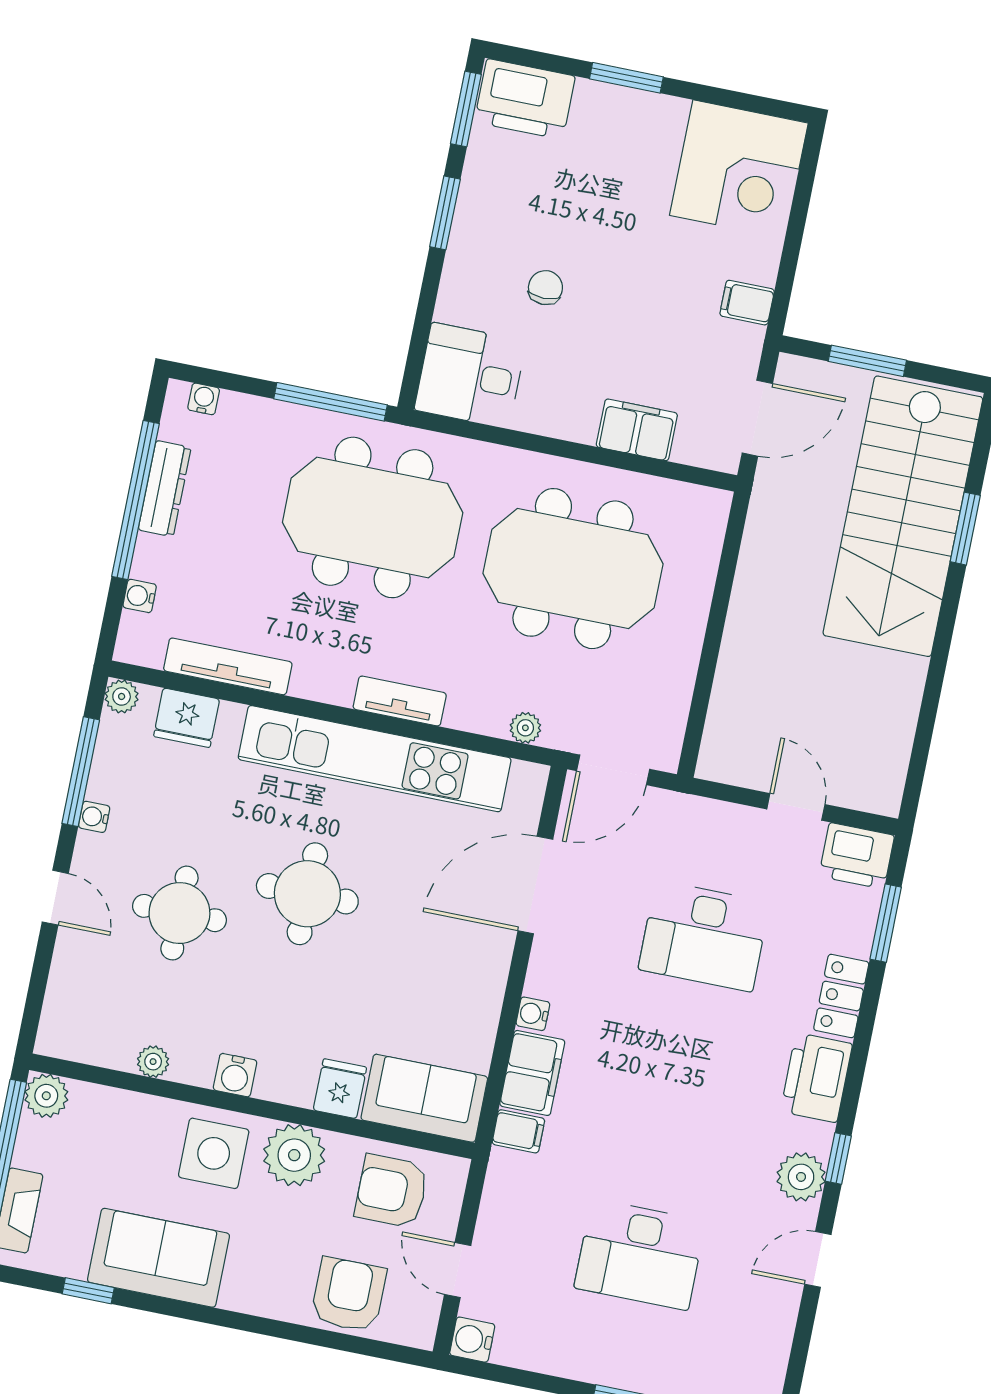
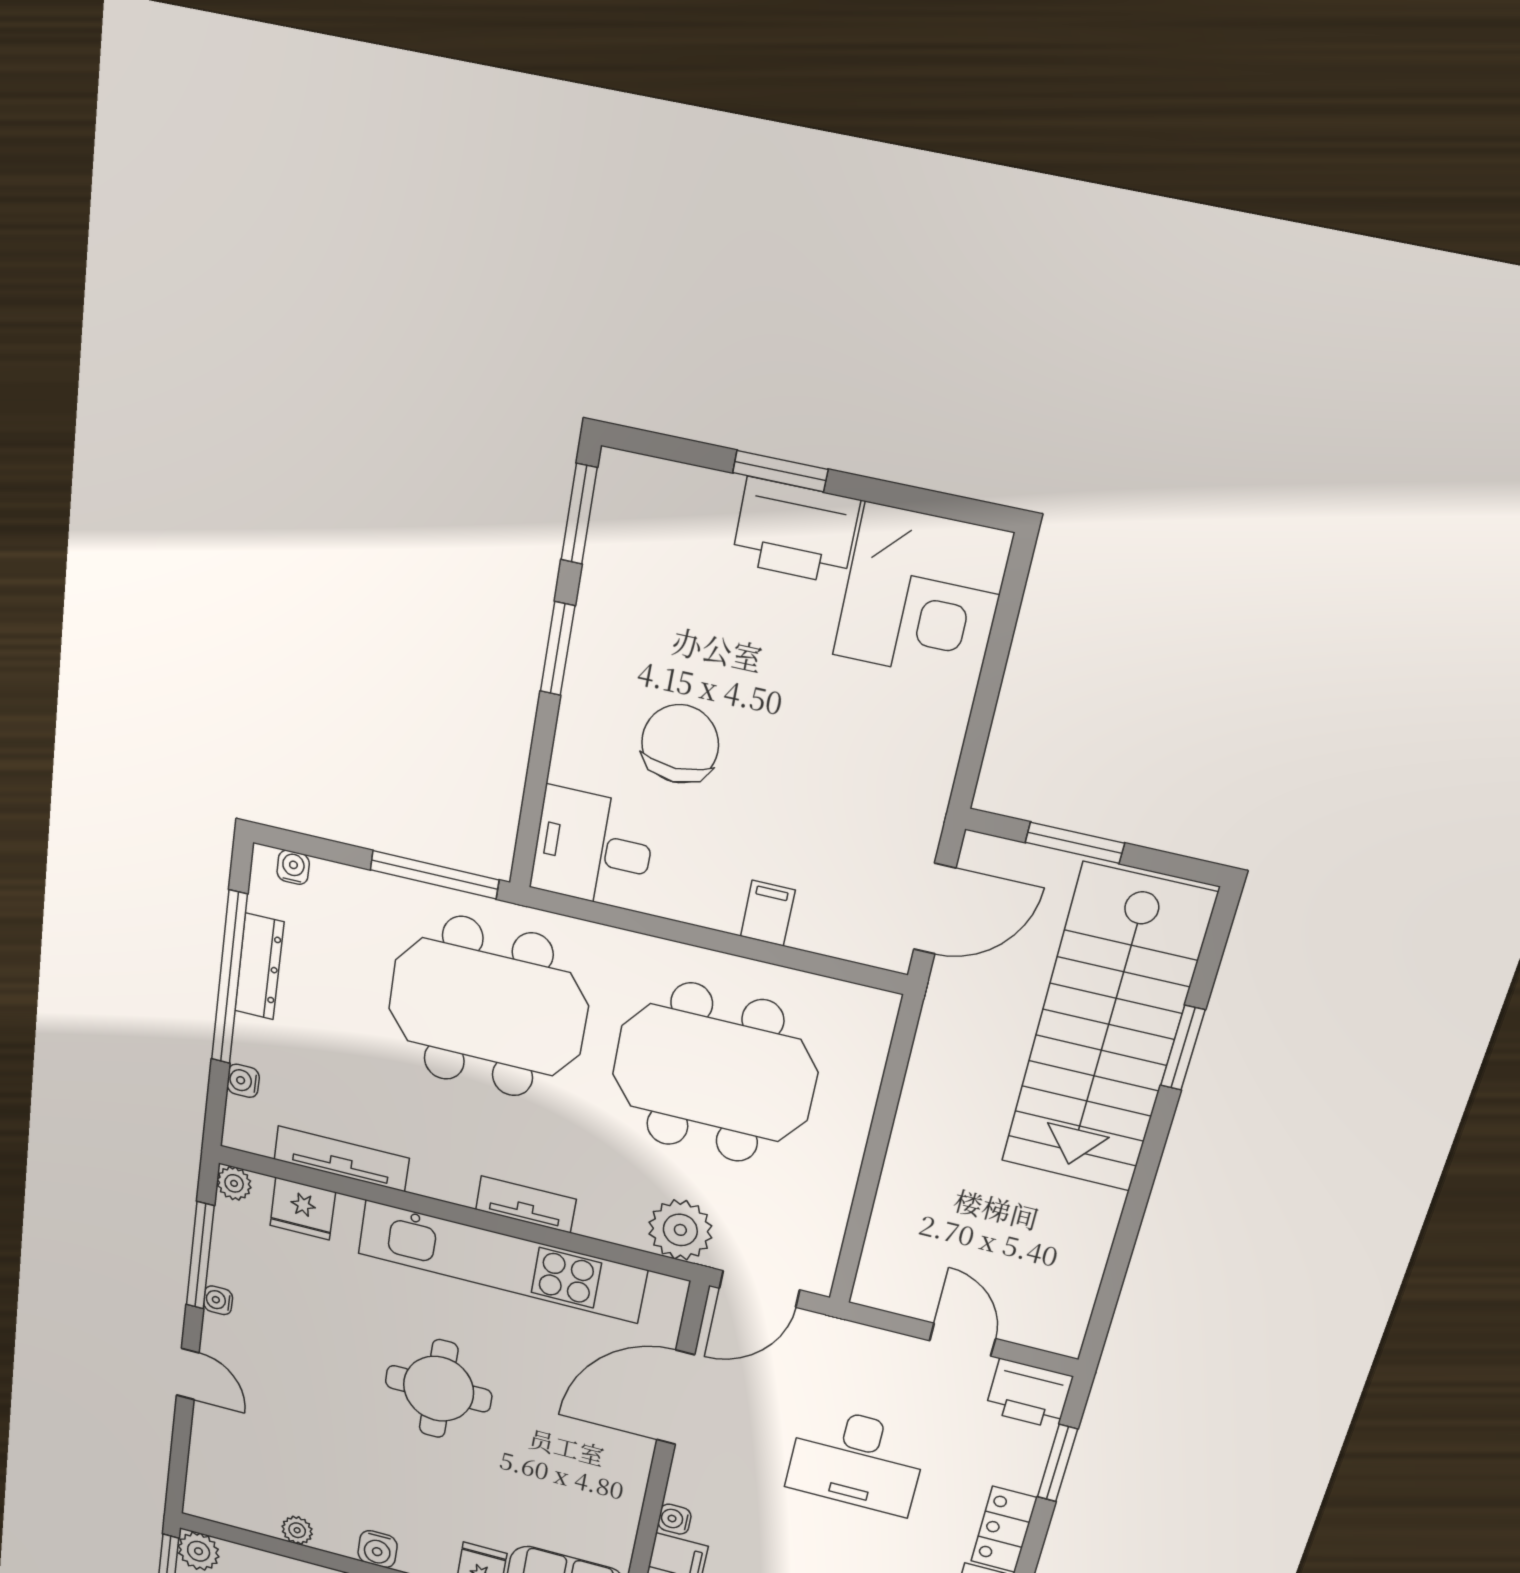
printer: (525, 99) -> (795, 531), moved
chair: (545, 288) -> (680, 744), width x1.87, depth x1.87
filing cabinet: (747, 303) -> (927, 767), removed
filing cabinet: (637, 430) -> (768, 913), width x0.50
plant: (525, 728) -> (680, 1230), width x1.87, depth x1.87
round table: (179, 913) -> (311, 1397), removed

